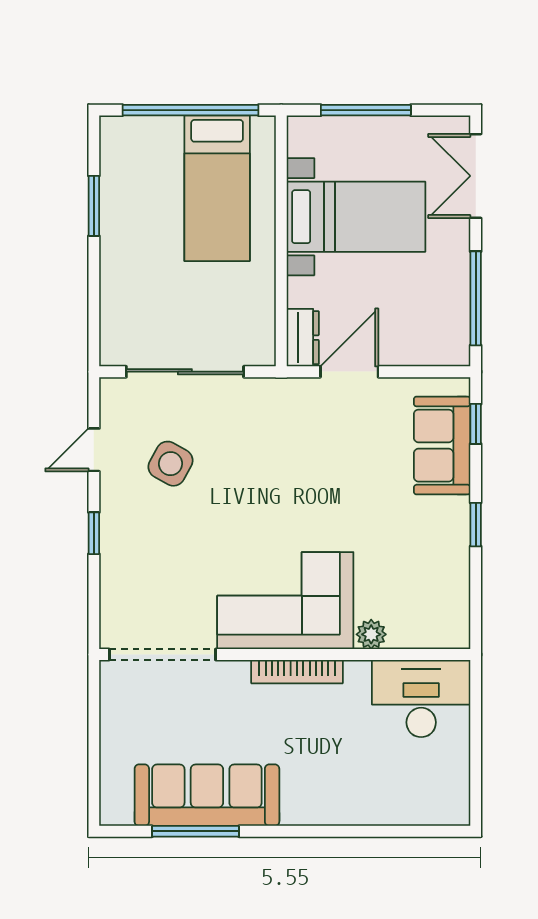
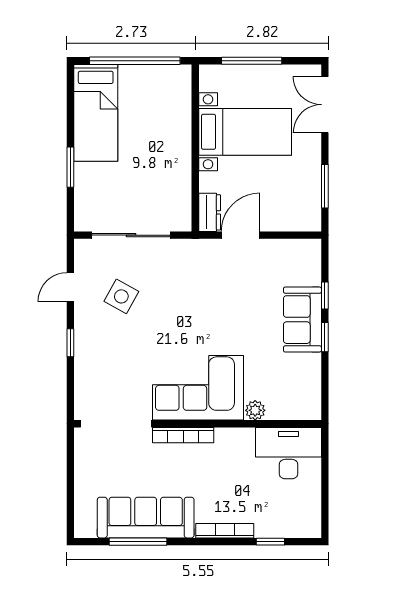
bed: (217, 188) -> (96, 113), moved
window: (94, 206) -> (70, 167), moved
window: (476, 298) -> (325, 186), width x0.69
window: (476, 424) -> (325, 296), moved
sofa: (442, 446) -> (302, 320), moved
bookcase: (297, 672) -> (183, 435), moved
bookcase: (325, 815) -> (225, 531), added
window: (394, 831) -> (270, 542), added

